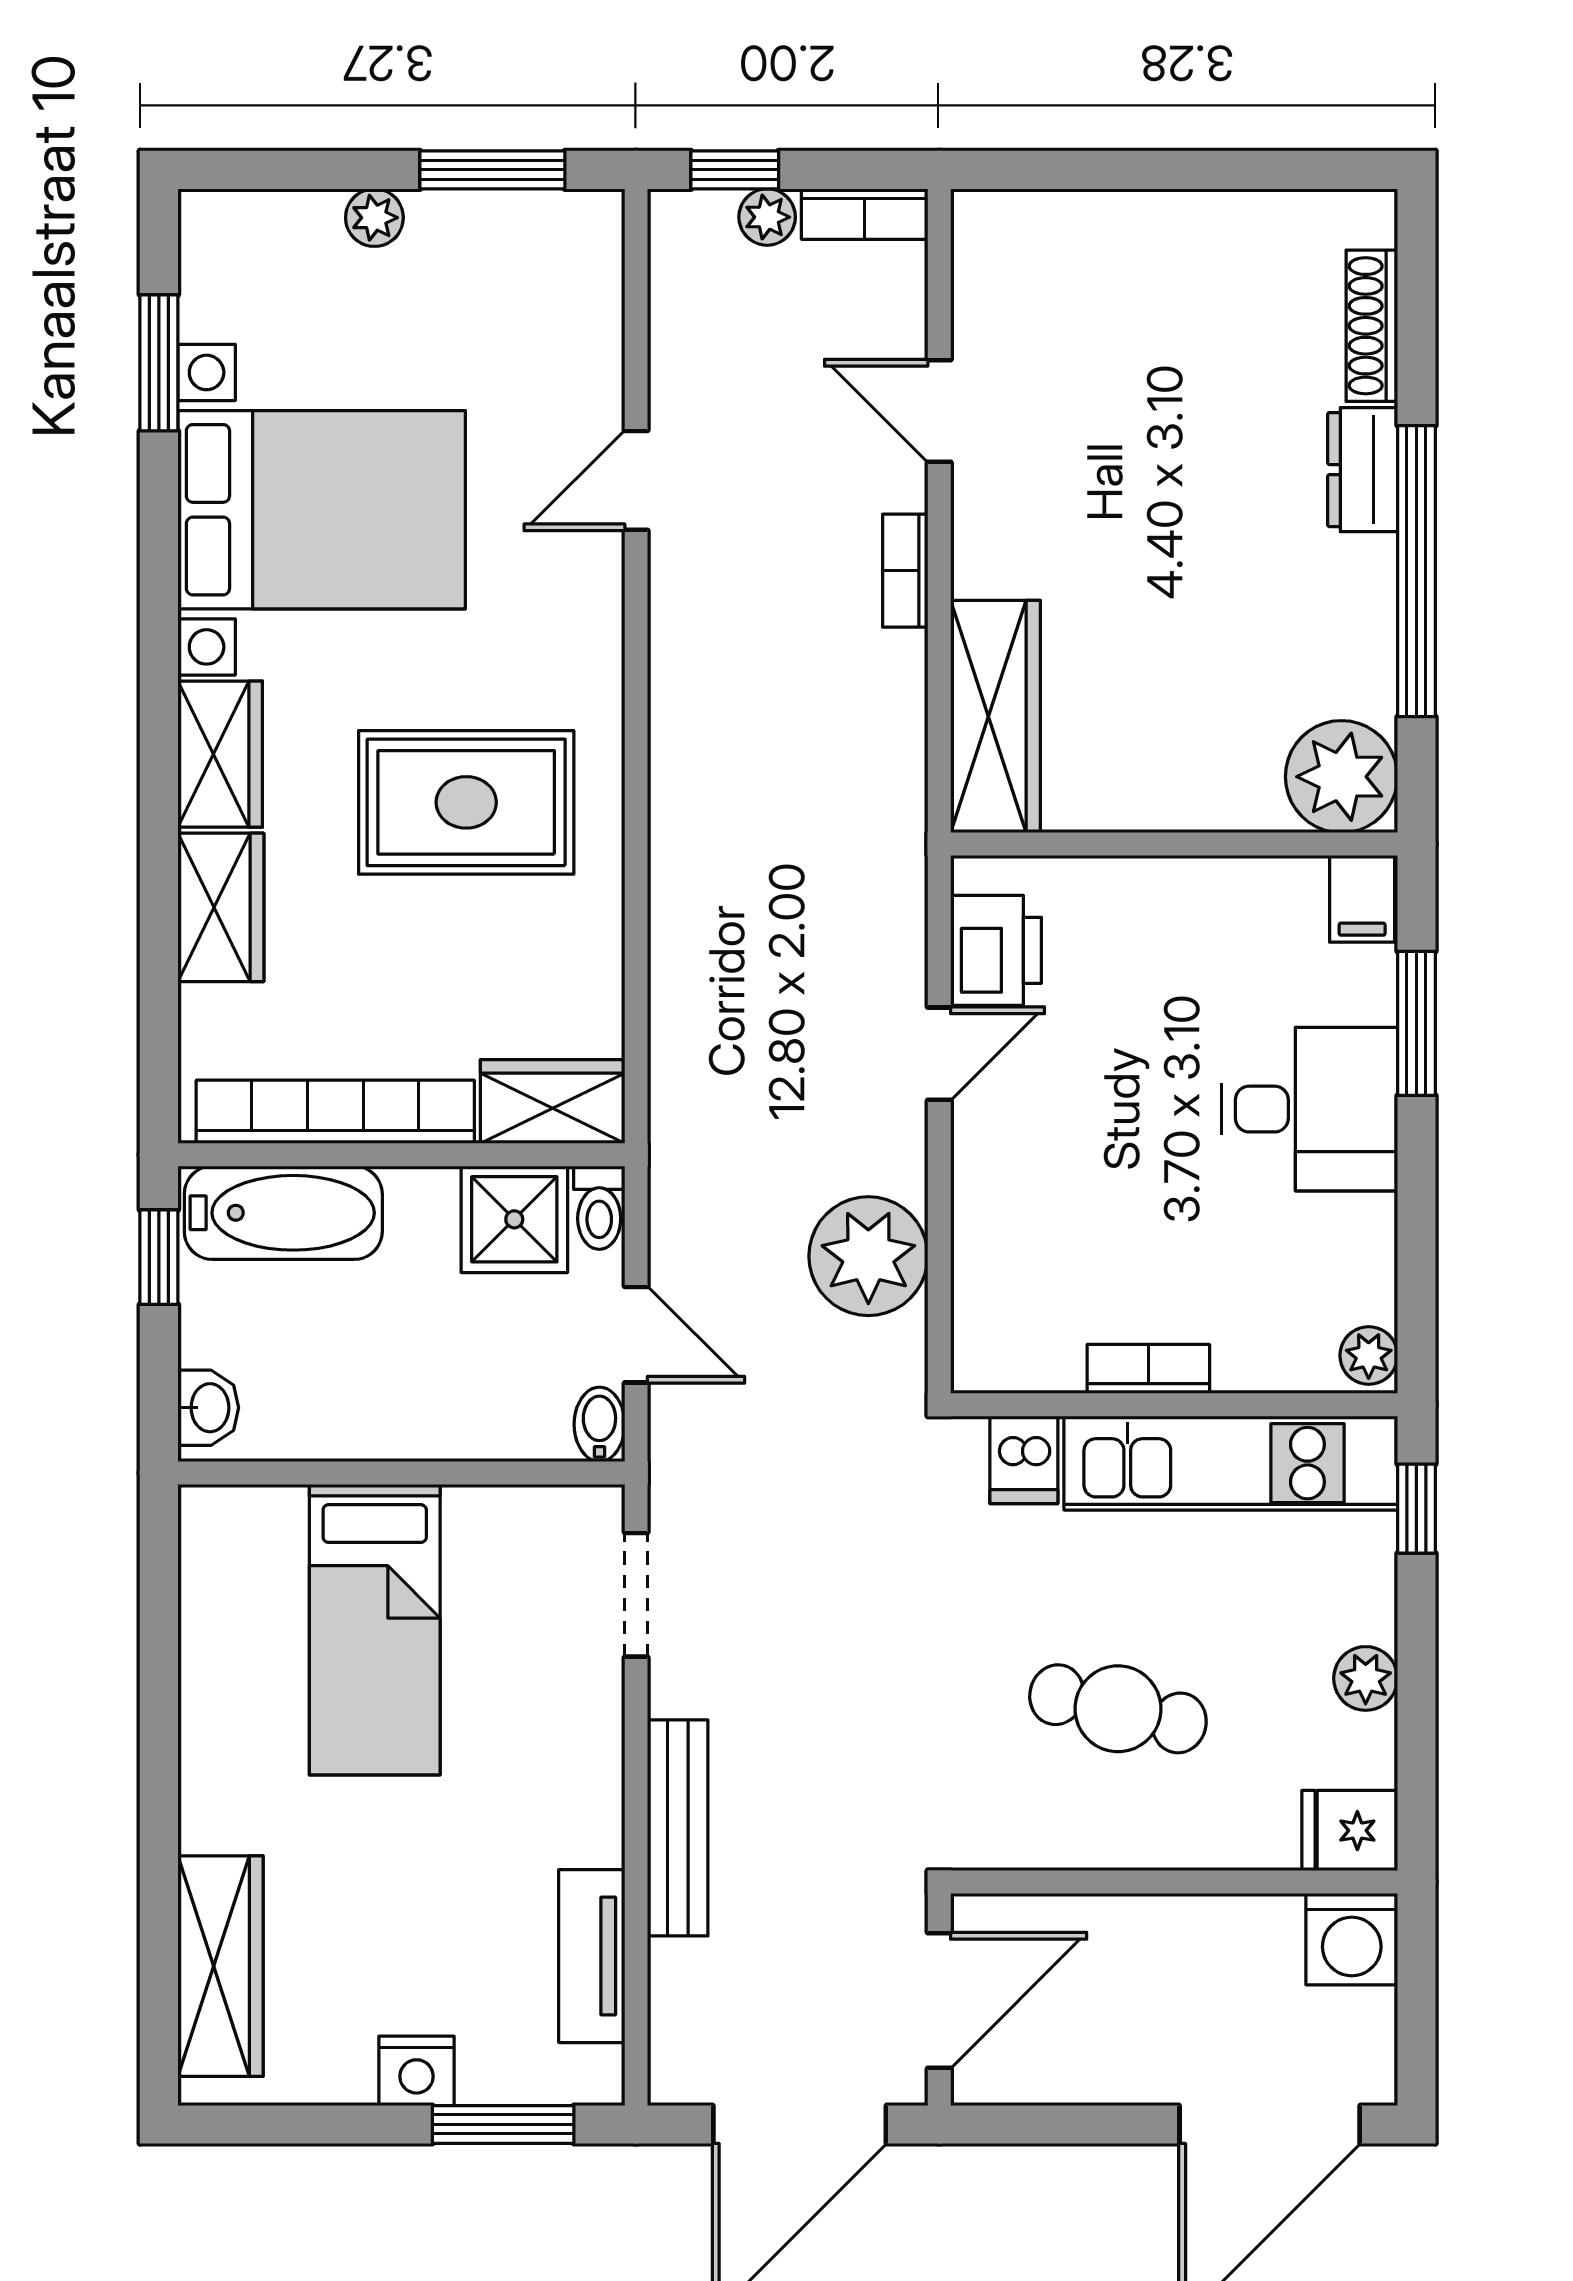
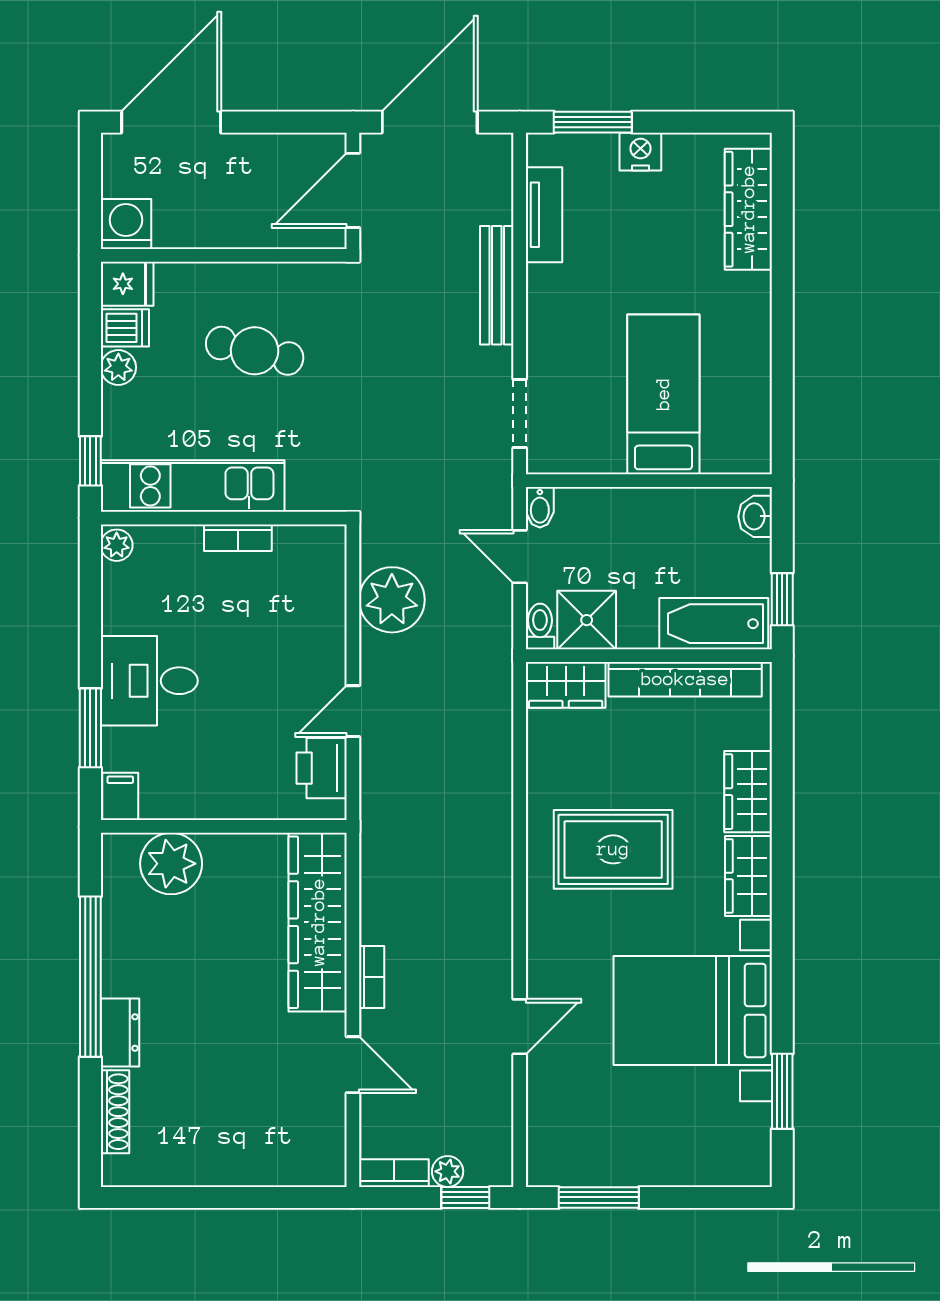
plant: (374, 218) -> (664, 1171), removed
wardrobe: (995, 717) -> (318, 922), width x1.40, depth x1.17
plant: (1341, 777) -> (171, 864), moved
dishwasher: (1024, 1460) -> (125, 328), moved, turned 90

